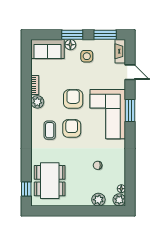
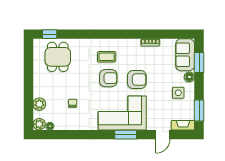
window: (72, 35) -> (199, 63), moved
plant: (37, 102) -> (134, 45), removed
dining table: (50, 181) -> (58, 57), width x0.73

